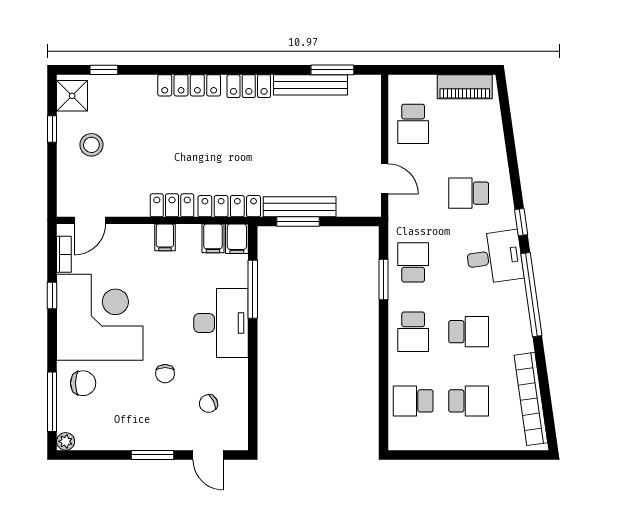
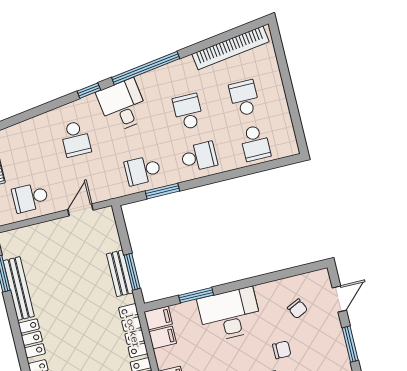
school desk: (413, 124) -> (30, 198), turned 180
bench: (300, 207) -> (120, 273), width x0.73
window: (253, 289) -> (196, 295), width x0.69

